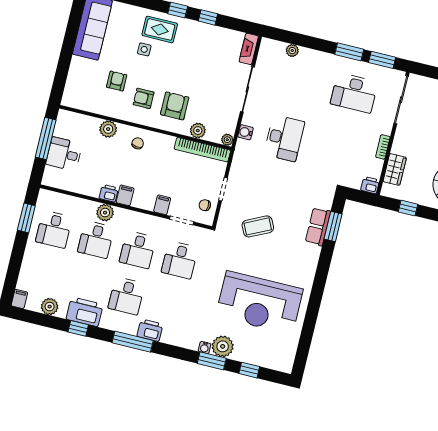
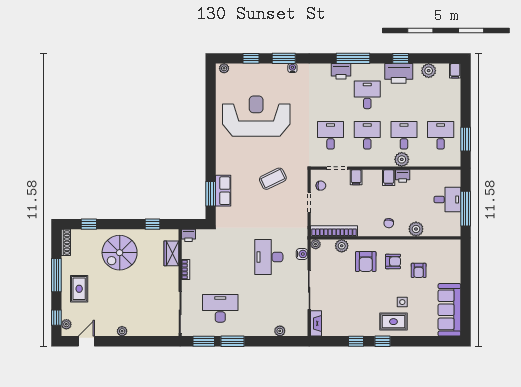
plant: (223, 346) -> (224, 68), moved, width x0.53, depth x0.53

